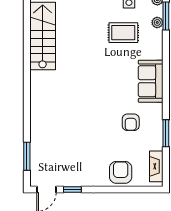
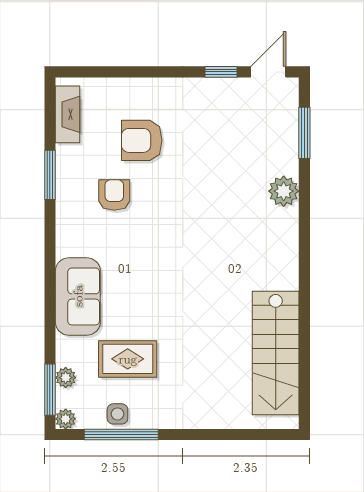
sofa: (151, 81) -> (78, 296), moved
plant: (38, 124) -> (284, 191), added
armchair: (121, 172) -> (142, 140), moved, turned 90

